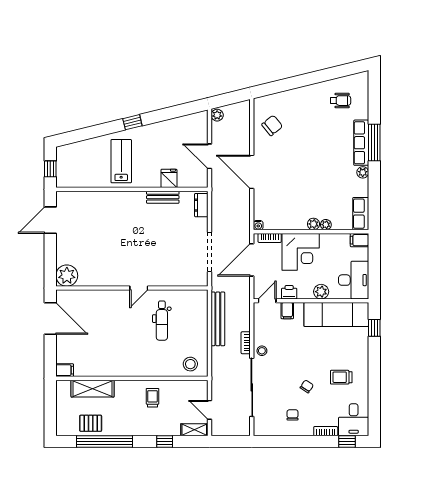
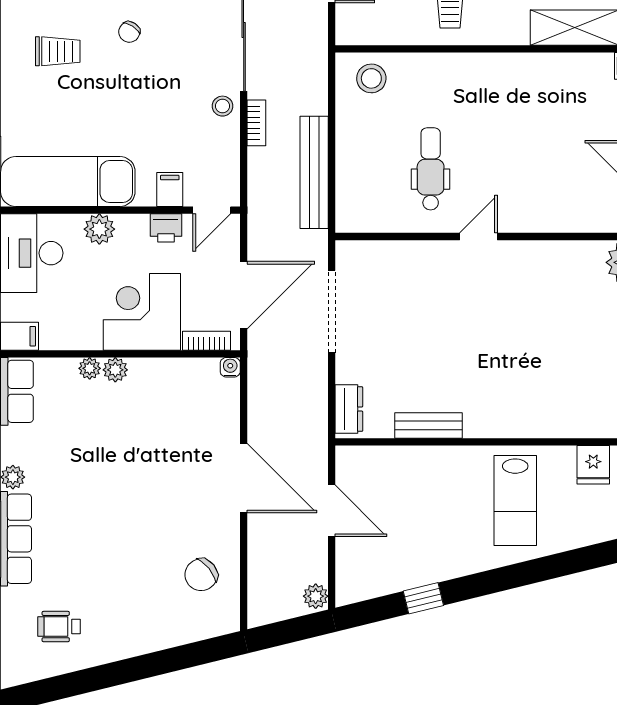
window: (132, 122) -> (423, 598), moved
fridge: (169, 178) -> (593, 465), moved

